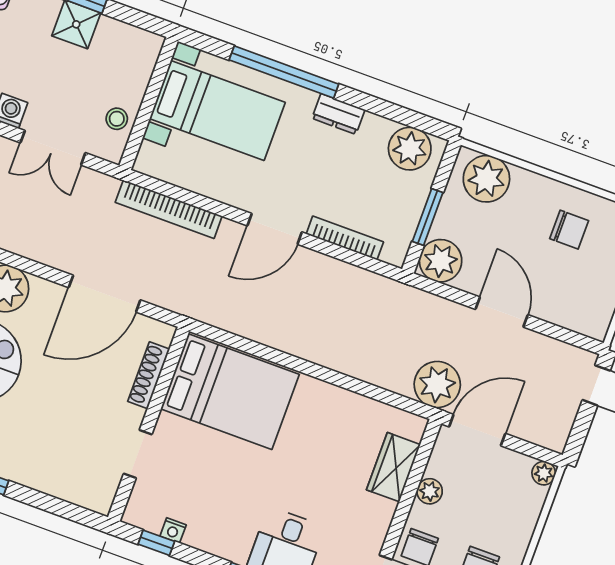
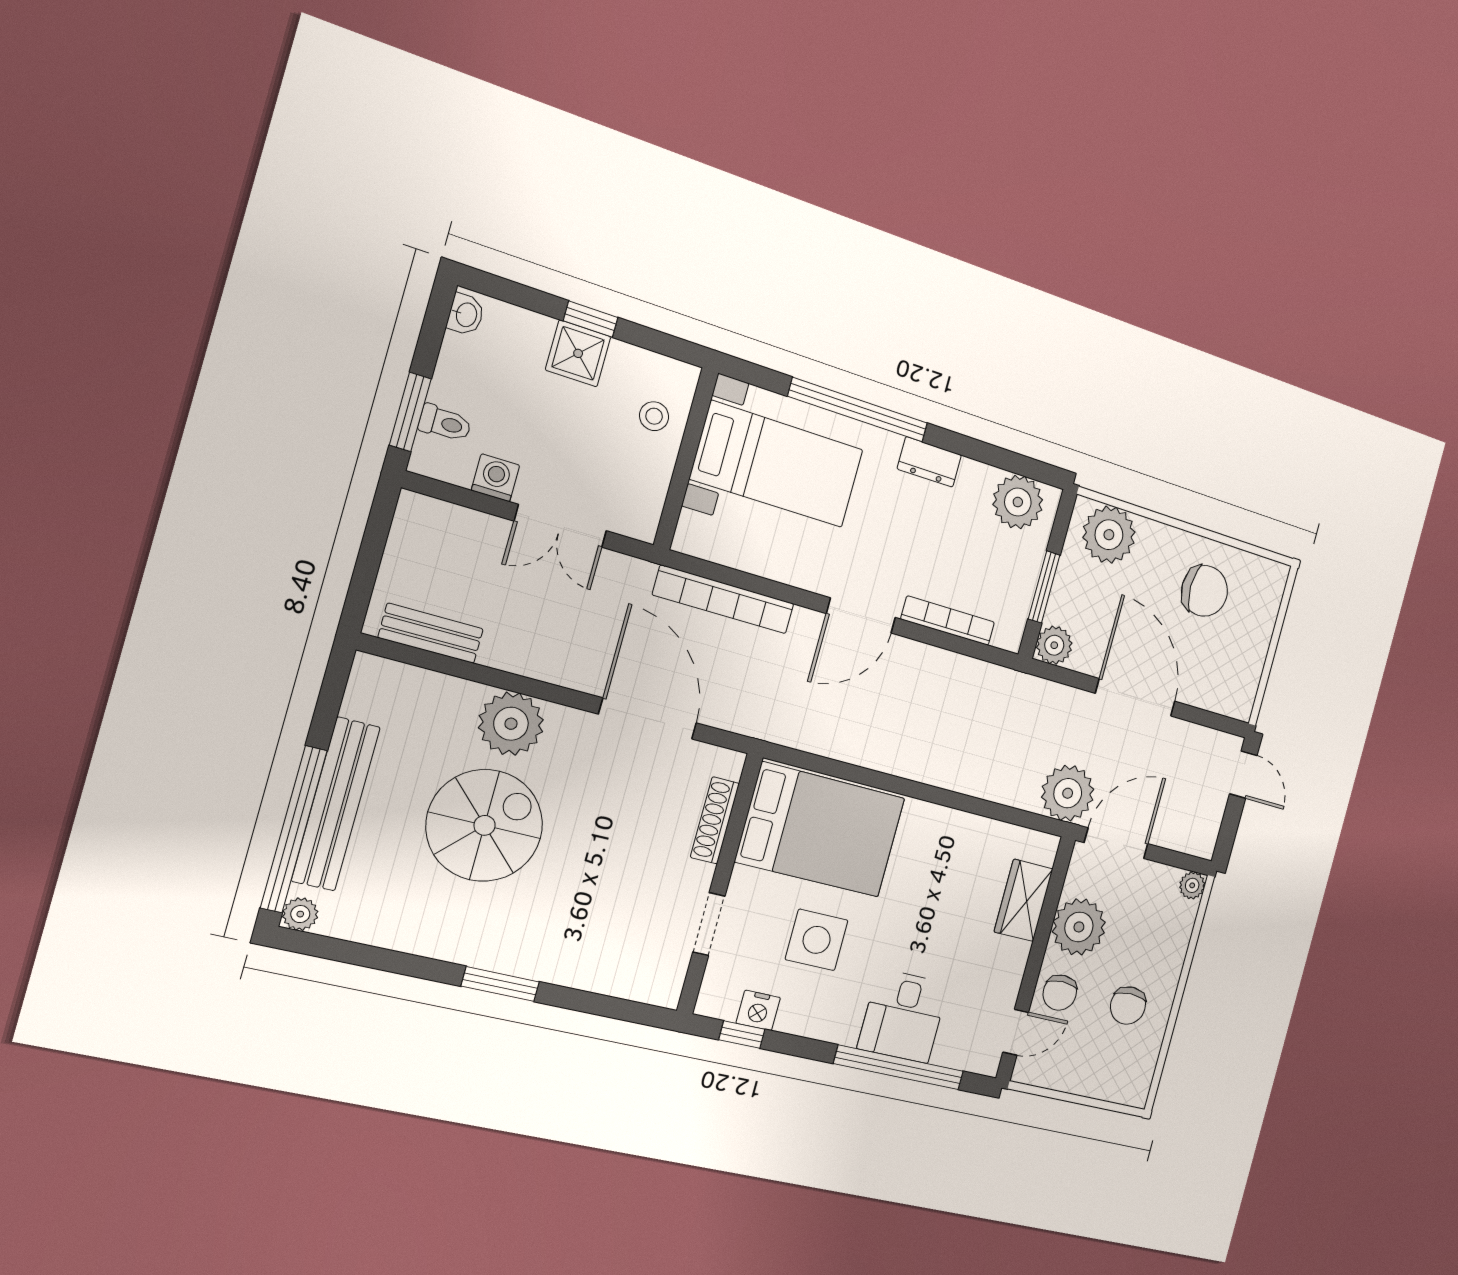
stool: (117, 119) -> (654, 416), moved
chair: (569, 230) -> (1205, 591), width x1.37, depth x1.37
plant: (441, 261) -> (1054, 645), width x0.73, depth x0.73
door: (105, 294) -> (648, 719), swing flipped
door: (502, 312) -> (1135, 697), width x1.36
side table: (220, 477) -> (817, 940), added
plant: (430, 491) -> (1079, 927), width x1.88, depth x1.88
nightstand: (173, 530) -> (758, 1010), width x1.39, depth x1.35

